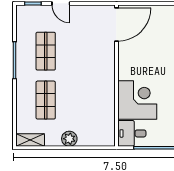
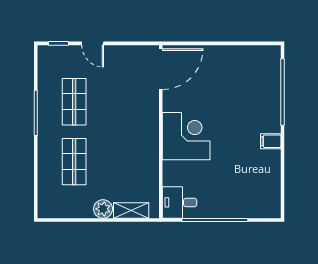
corner desk: (137, 100) -> (186, 136), moved
shelving: (30, 140) -> (131, 210), moved

